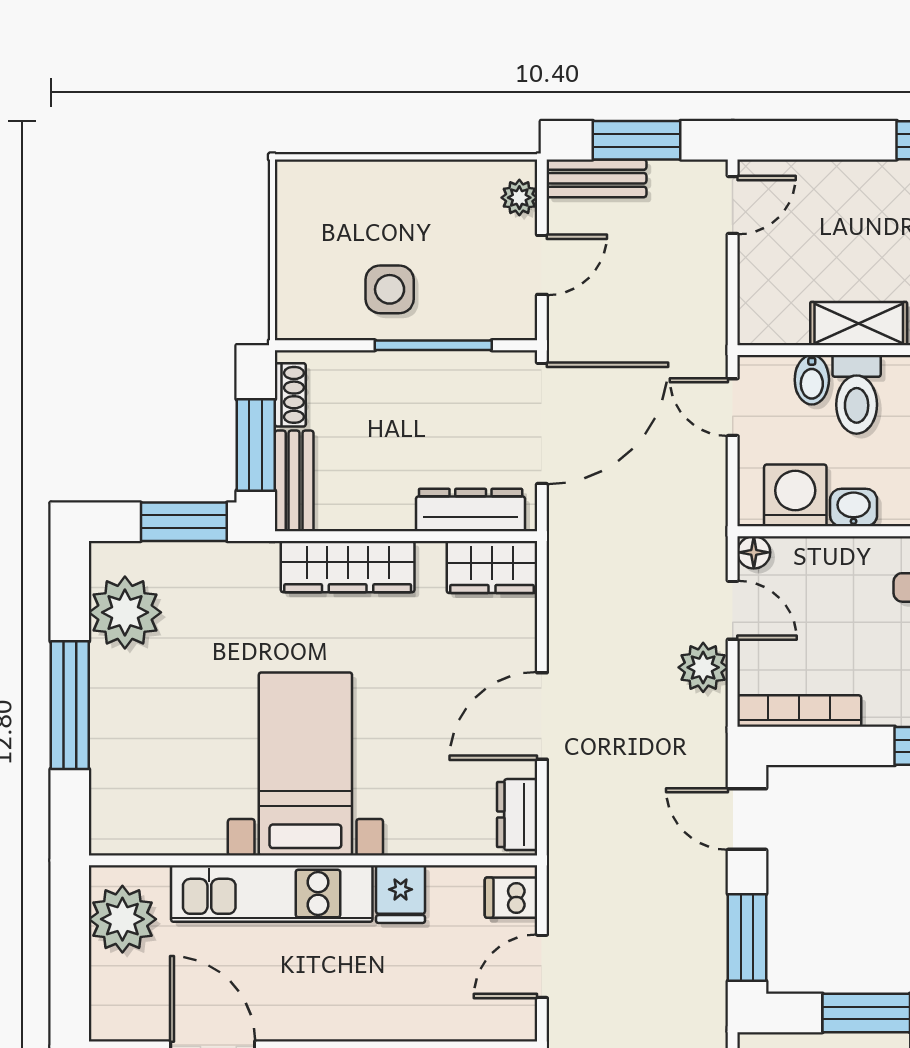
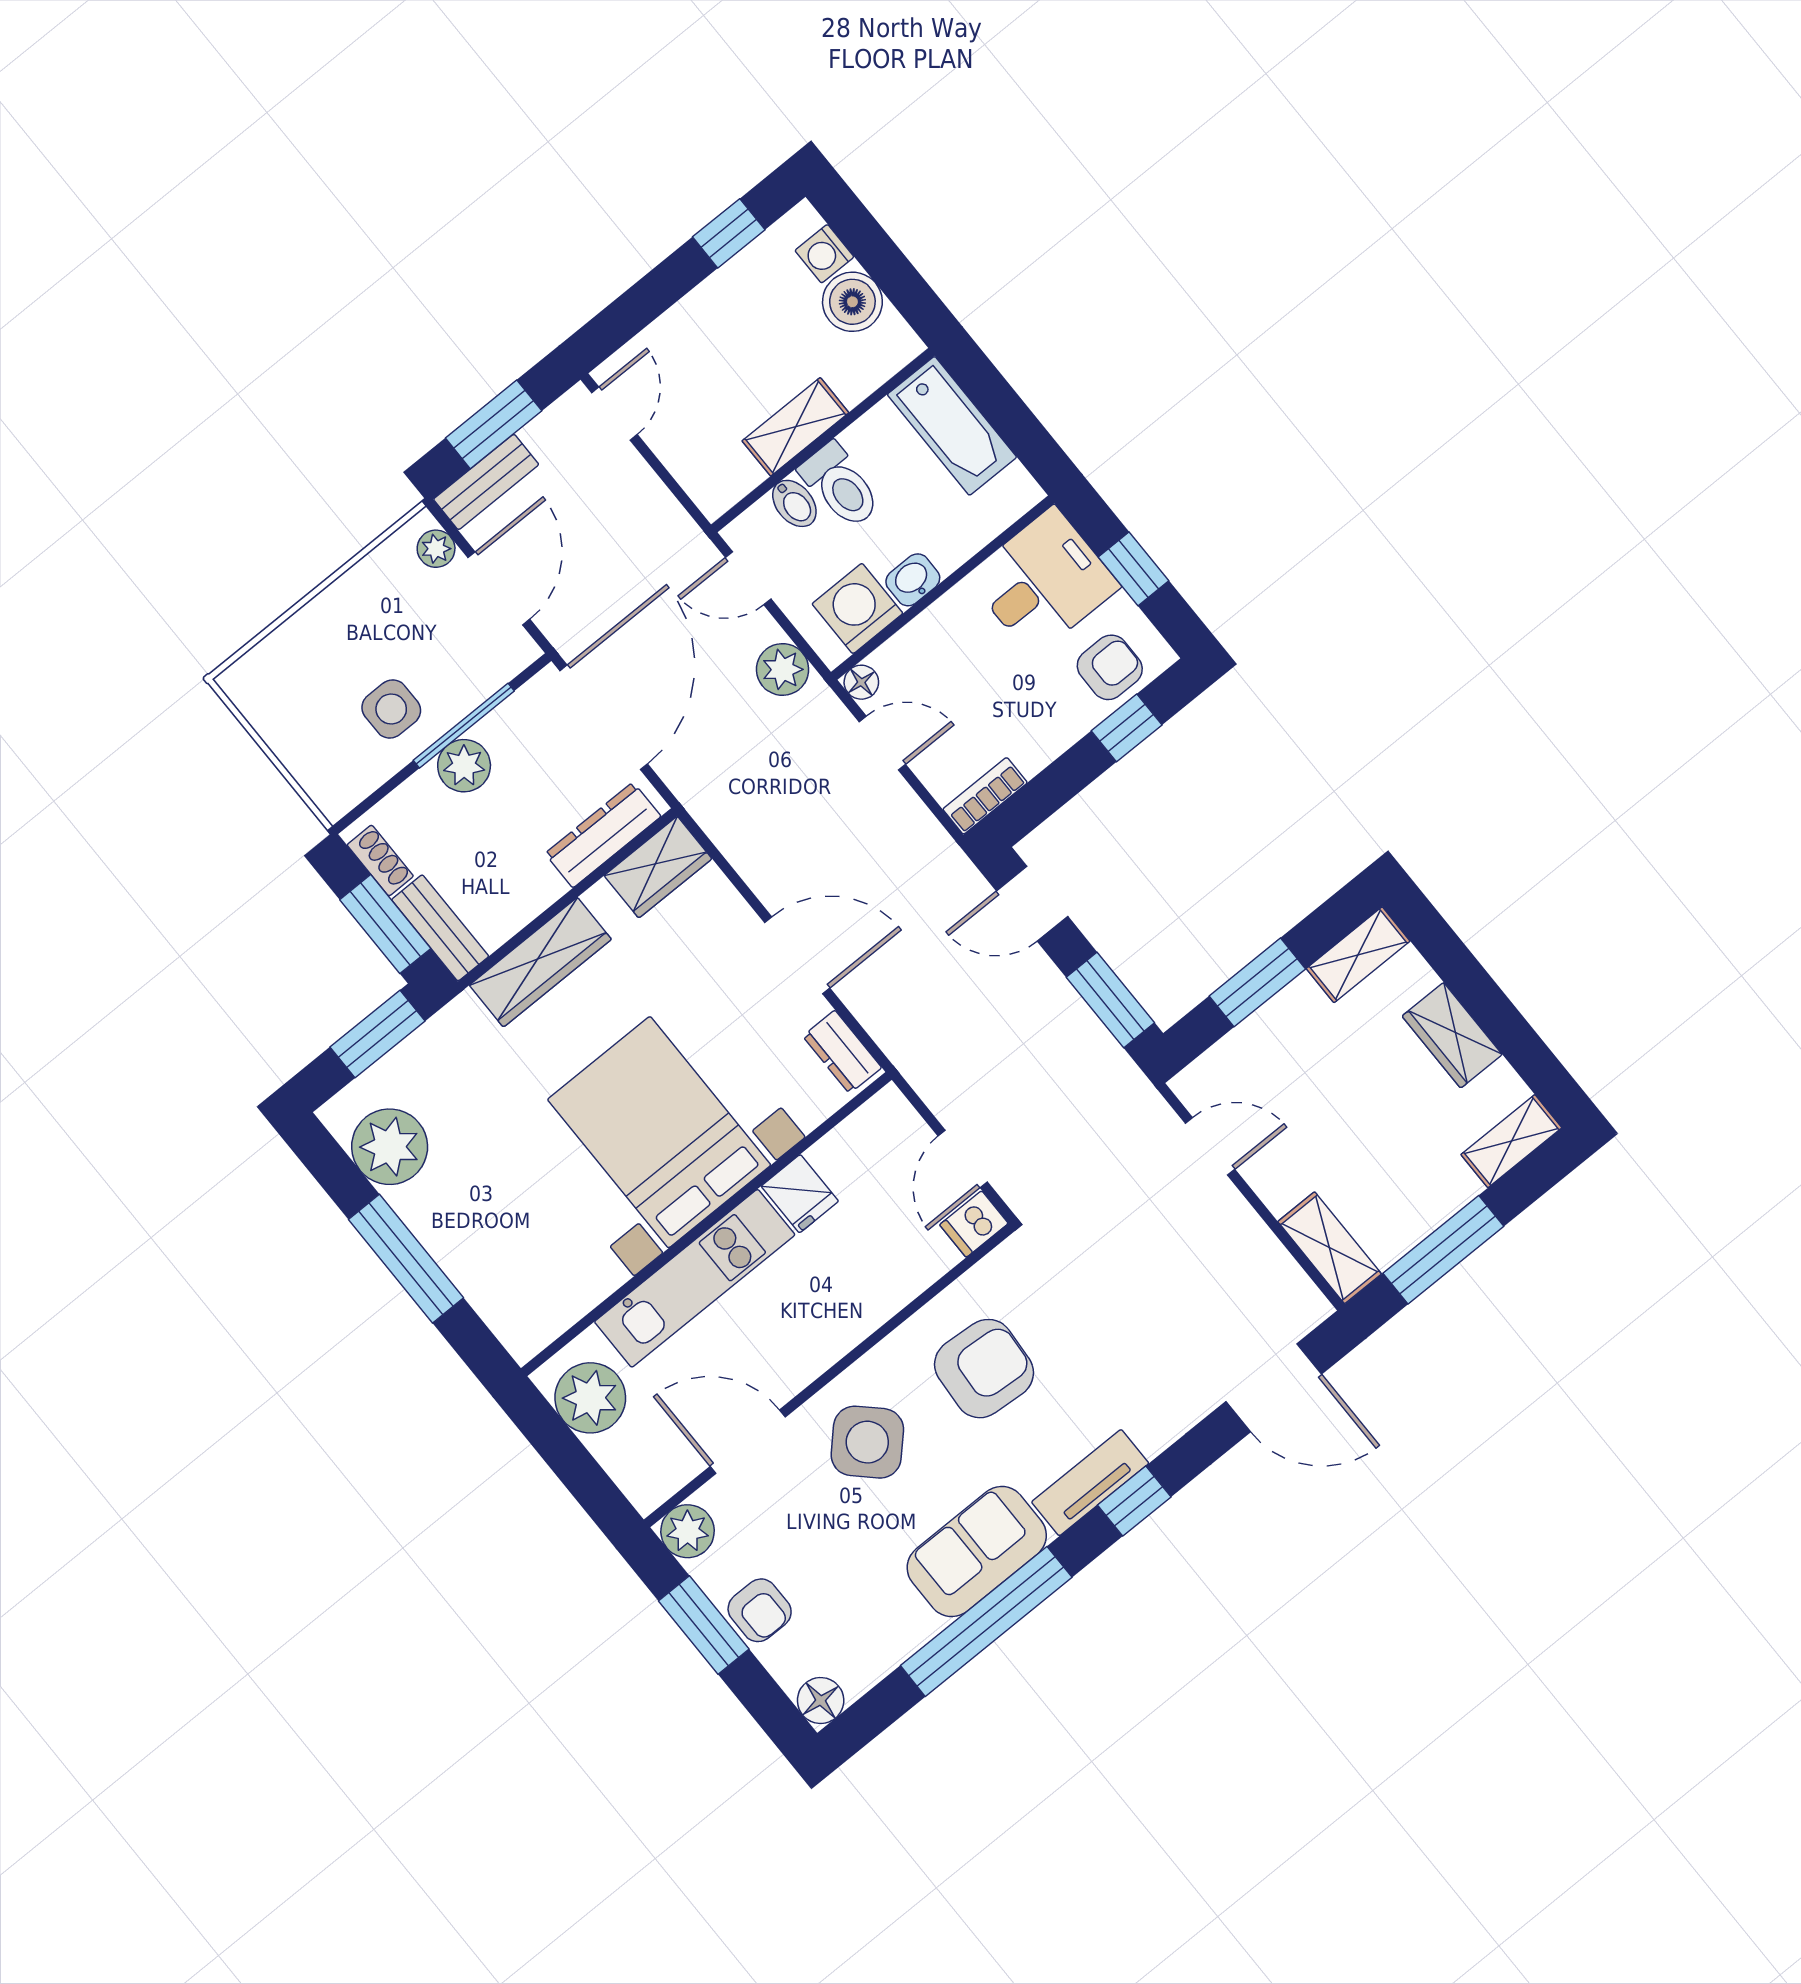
door: (542, 265) -> (499, 588), width x1.38
plant: (409, 375) -> (464, 766), added
plant: (703, 667) -> (783, 669), moved
bookcase: (799, 711) -> (985, 796), width x0.64
door: (542, 716) -> (797, 955), swing flipped
bed with nightstands: (305, 764) -> (659, 1132), width x1.36
dishwasher: (511, 898) -> (974, 1224), moved

